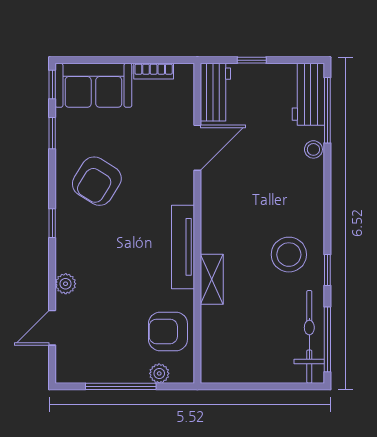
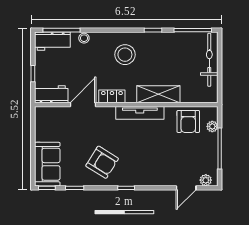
bookcase: (154, 71) -> (39, 130), removed
door: (197, 148) -> (83, 105), hinge flipped
locker: (212, 198) -> (112, 96), added
stool: (289, 255) -> (125, 55), moved
shelving: (212, 279) -> (158, 94), width x1.50, depth x1.33
plant: (66, 284) -> (206, 180), moved
door: (52, 328) -> (186, 188), hinge flipped
bicycle: (309, 337) -> (209, 60), moved, turned 90

